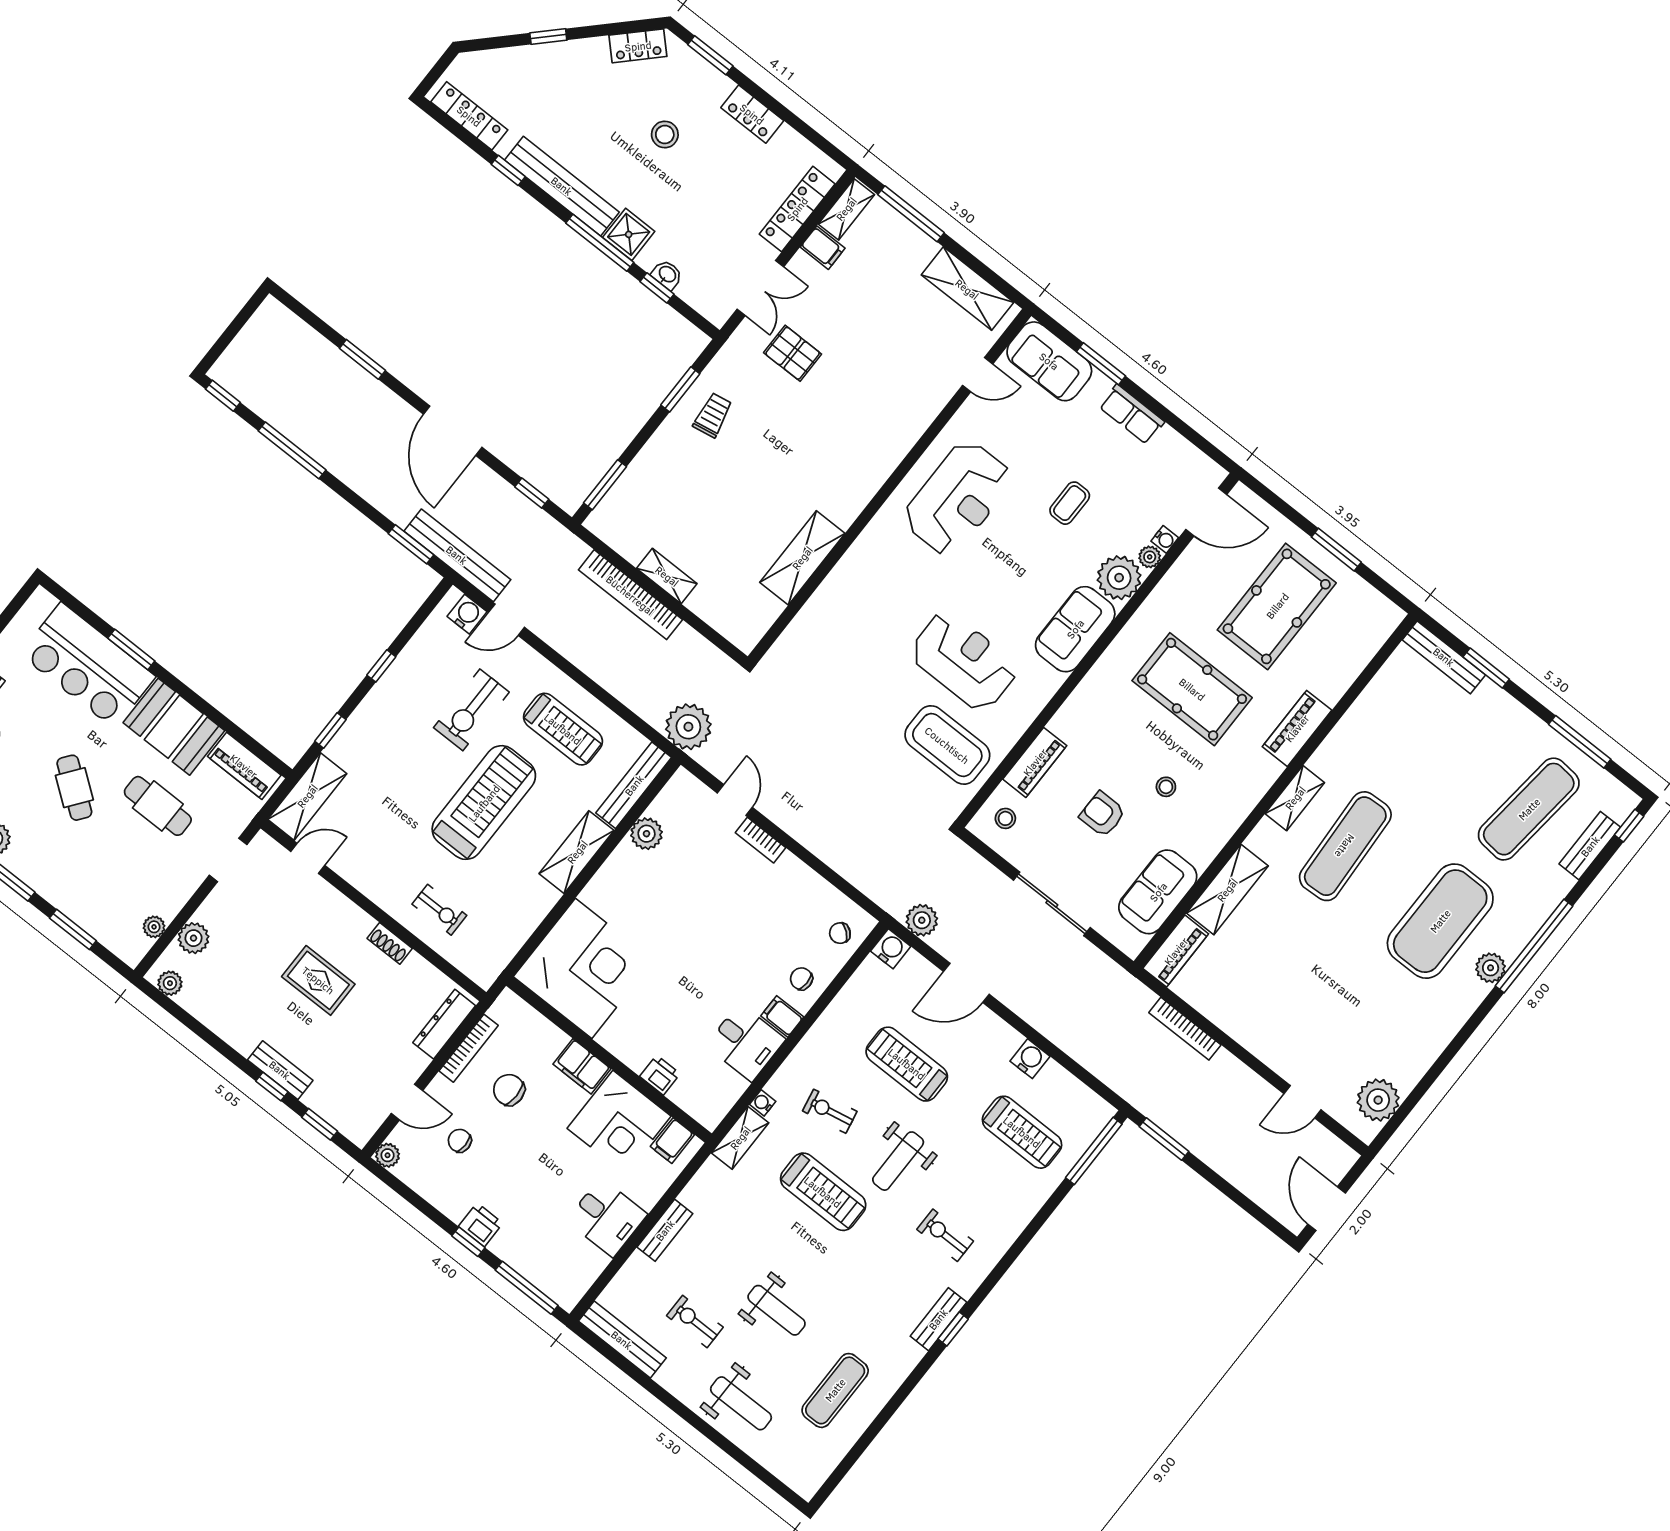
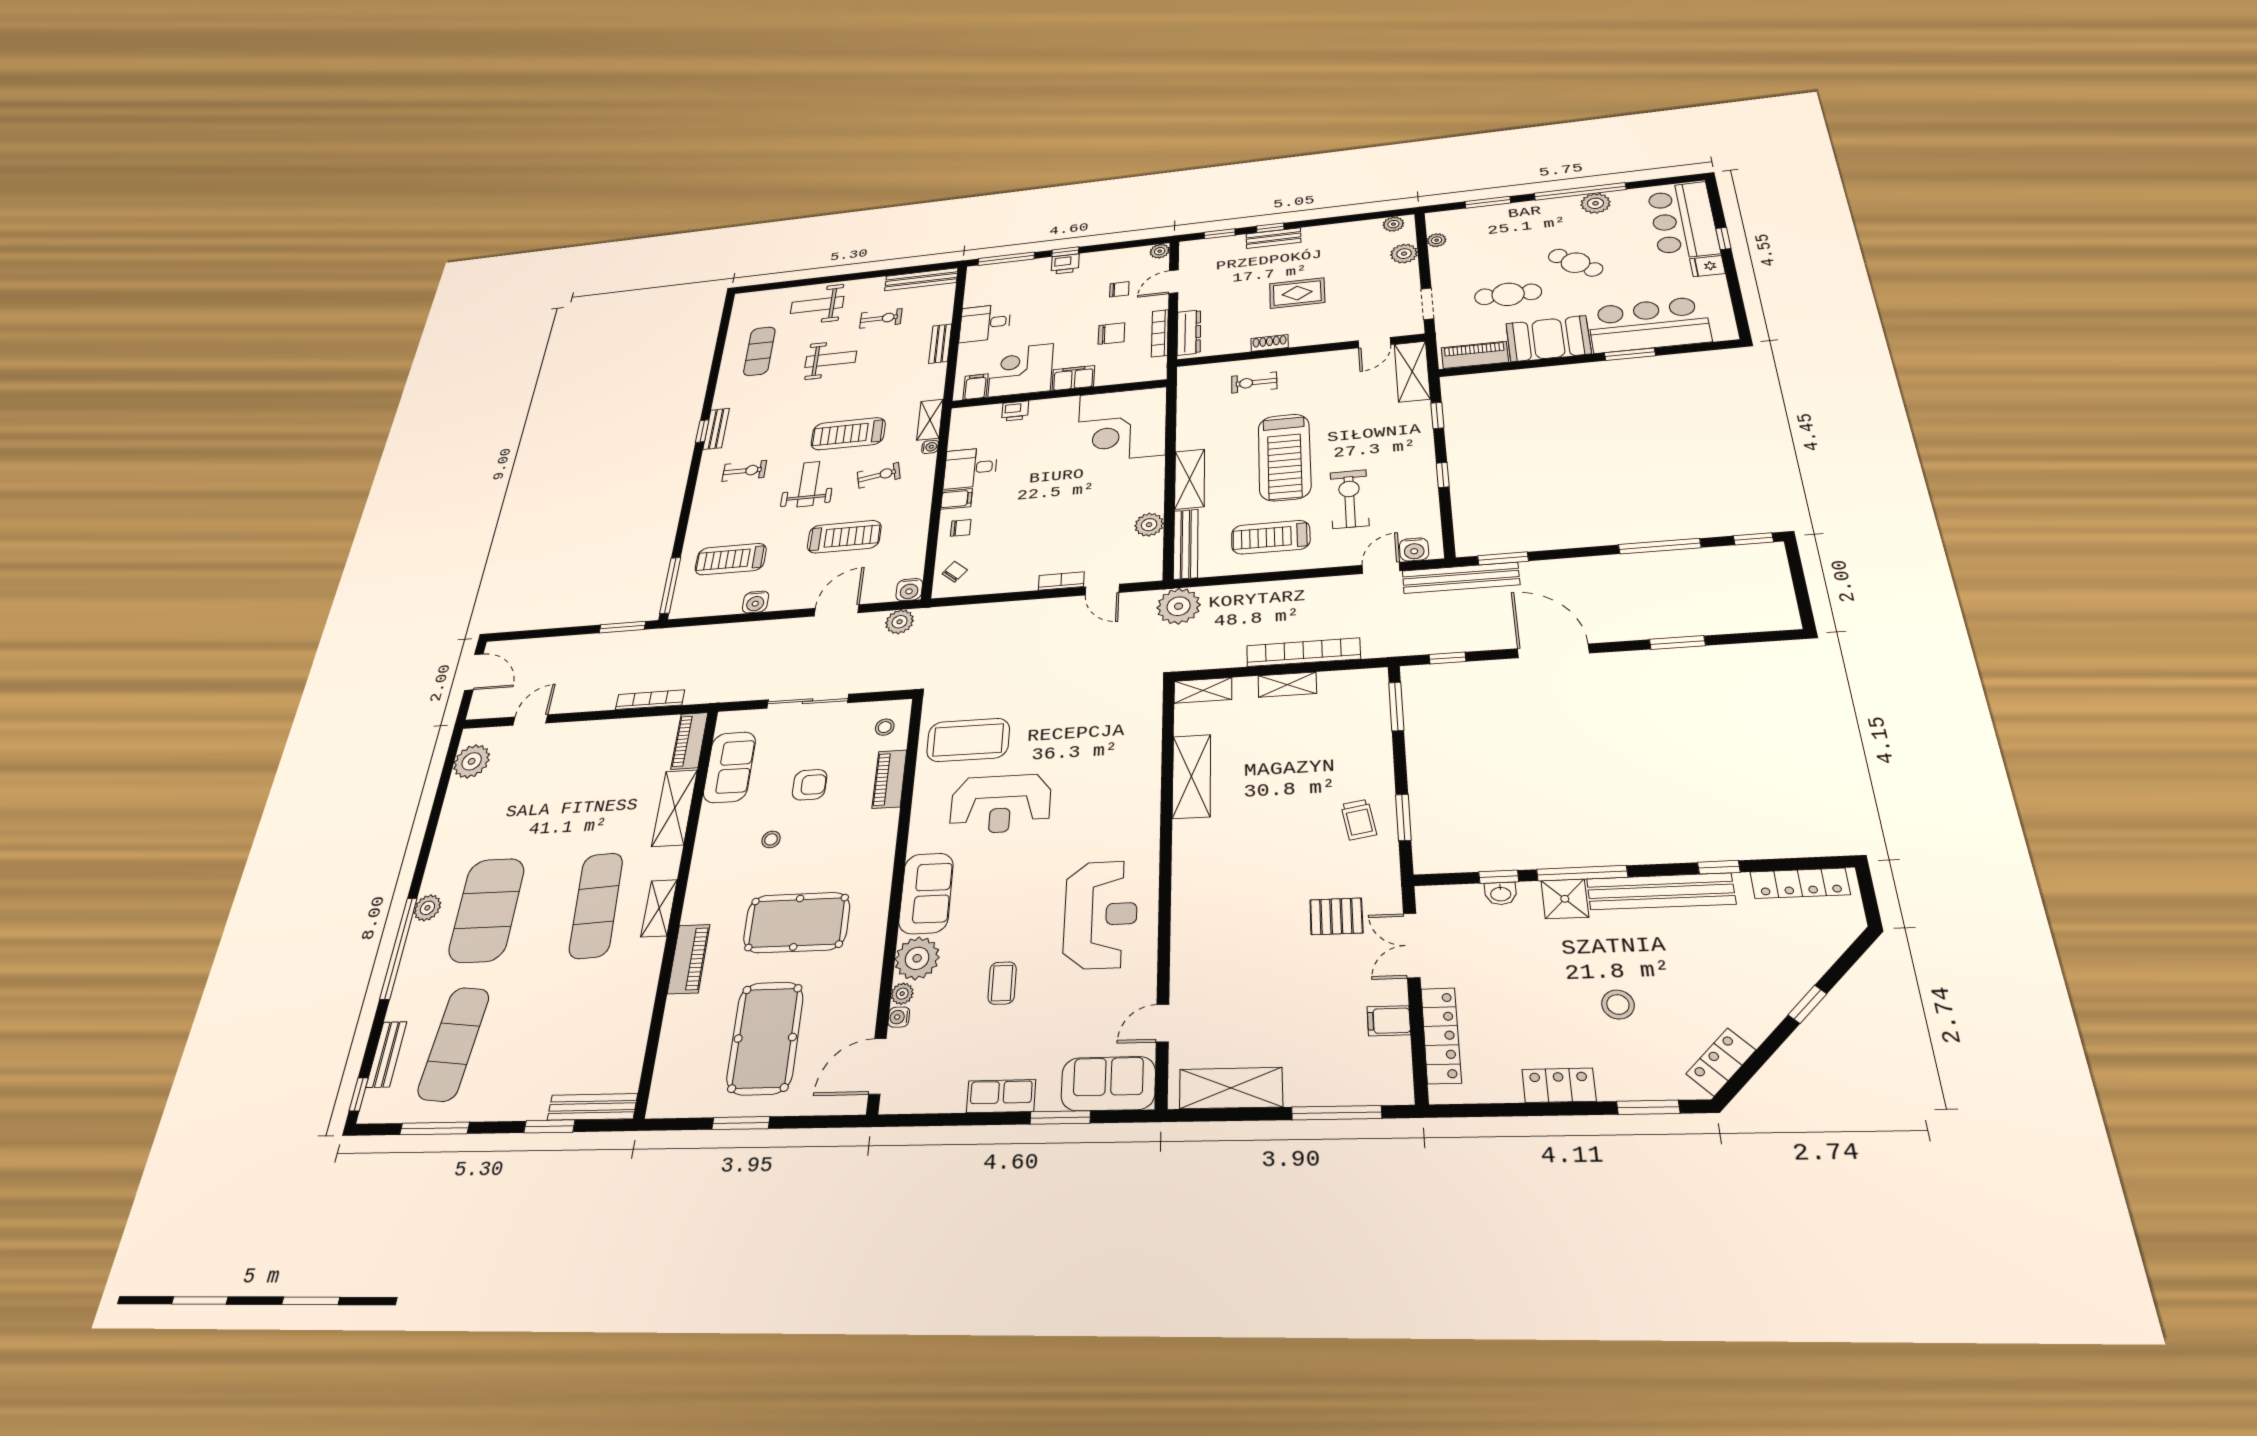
shelving: (846, 209) -> (1203, 690), moved, turned 90
reception desk: (958, 498) -> (1101, 914), turned 180
weight bench: (777, 1310) -> (831, 359), turned 180

